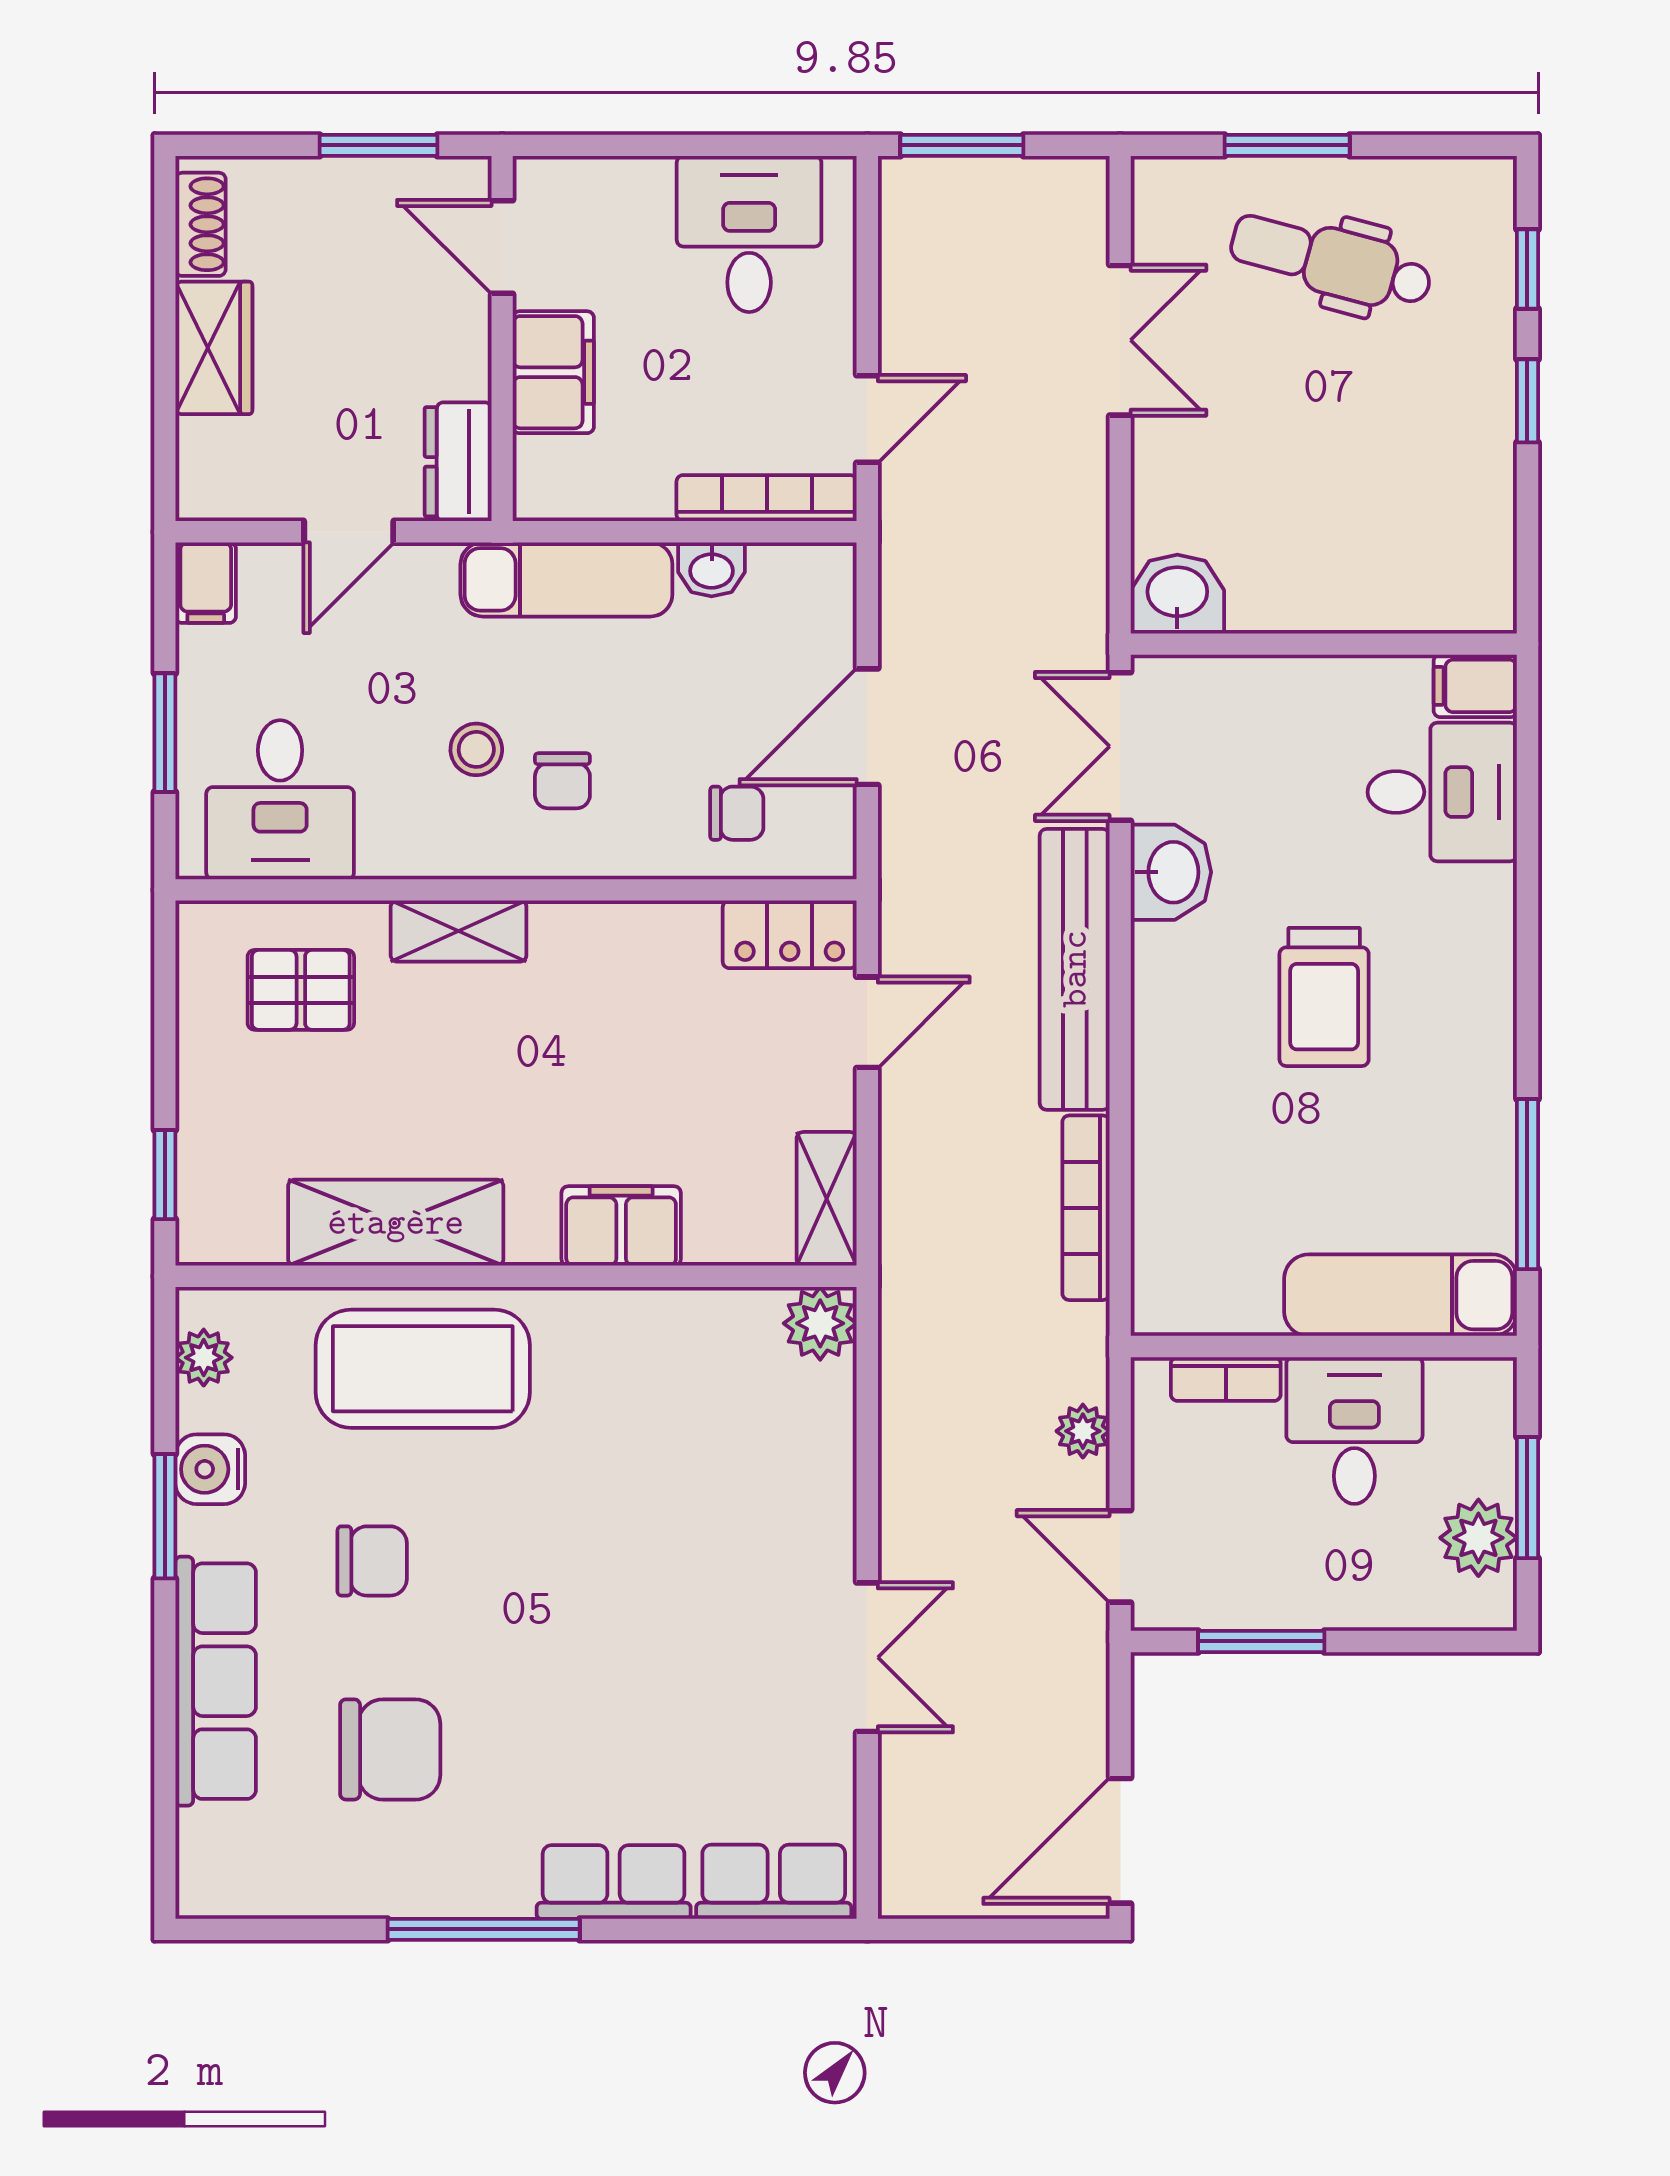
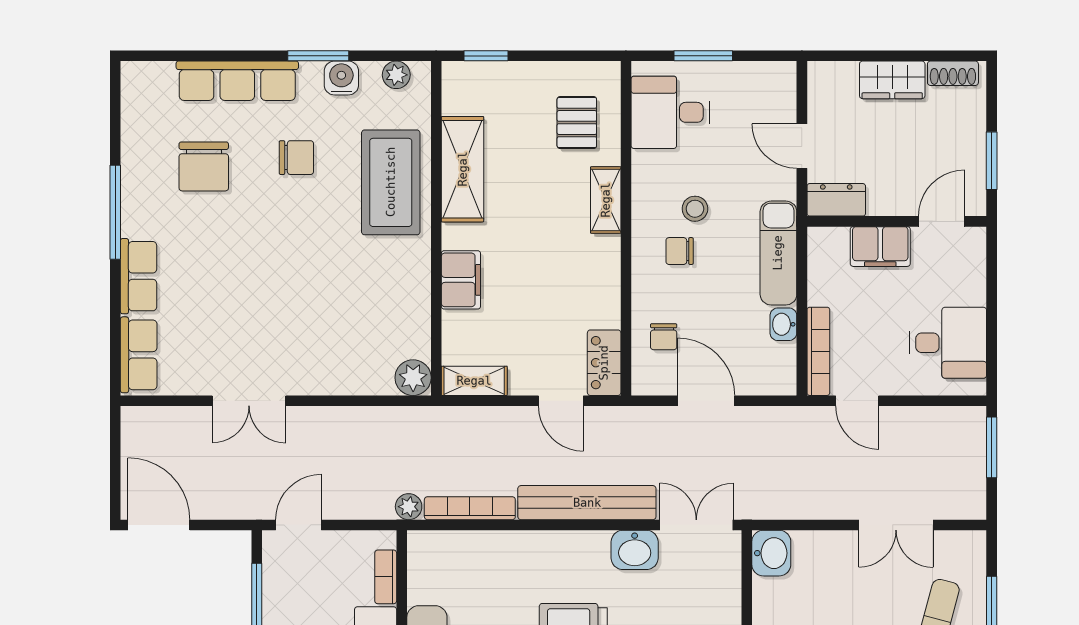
filing cabinet: (206, 583) -> (777, 76), removed
plant: (1083, 1431) -> (409, 507), moved
chair: (372, 1561) -> (296, 158), turned -90

